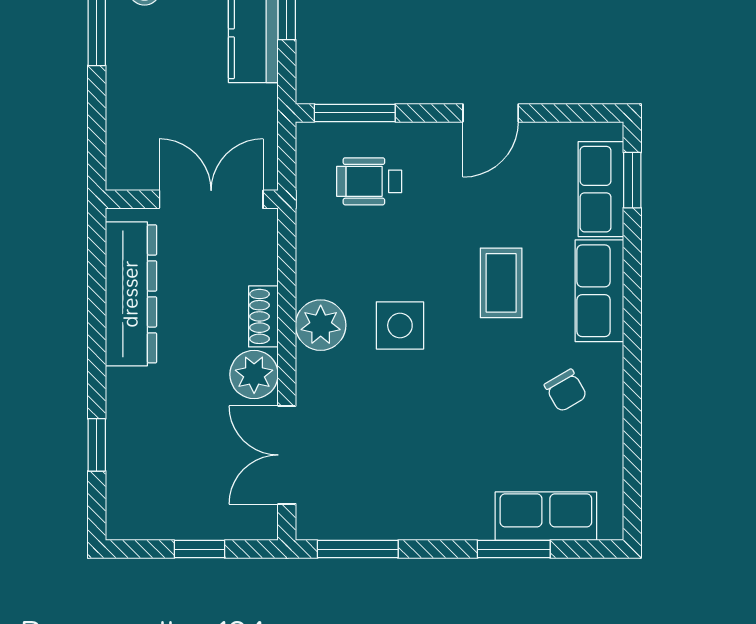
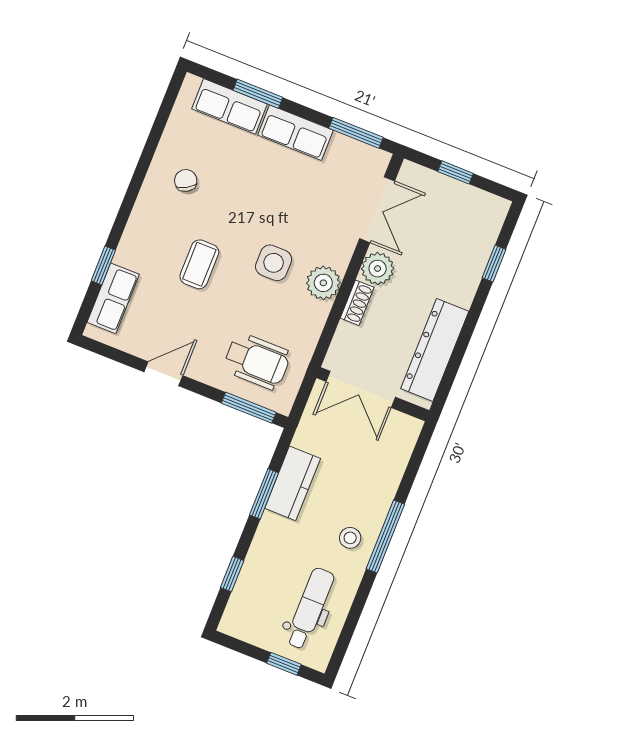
window: (632, 180) -> (103, 265), moved
wheelchair: (369, 181) -> (257, 361), width x1.36, depth x1.37
row of seats: (599, 291) -> (295, 133), moved, turned 90

